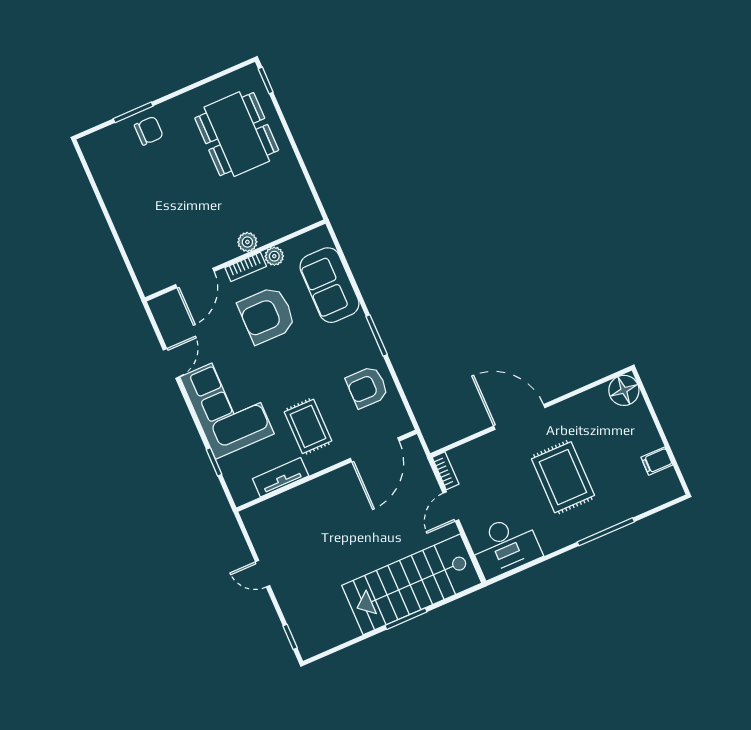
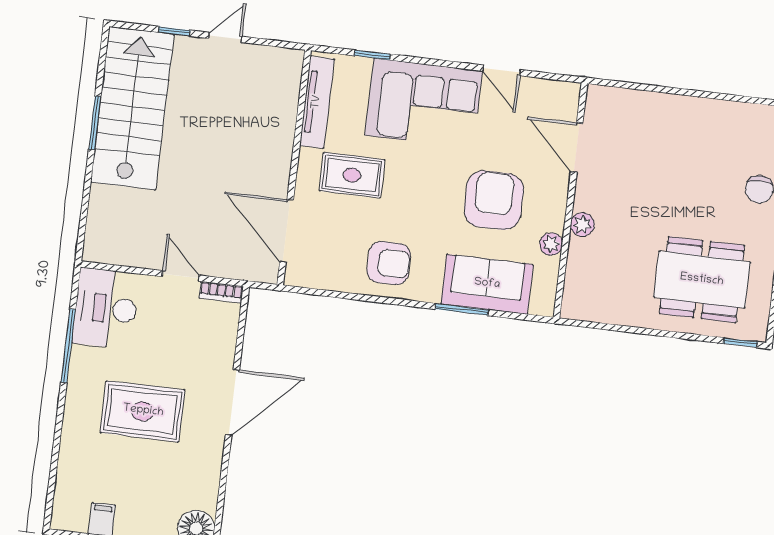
bookcase: (246, 267) -> (557, 208), removed
window: (377, 335) -> (462, 309), moved
armchair: (367, 387) -> (389, 263), moved, turned 90
tv unit: (281, 477) -> (317, 102), width x1.41
window: (606, 532) -> (68, 346), moved
stairs: (412, 584) -> (132, 108), moved
window: (406, 619) -> (95, 123), moved
window: (290, 637) -> (174, 31), moved

